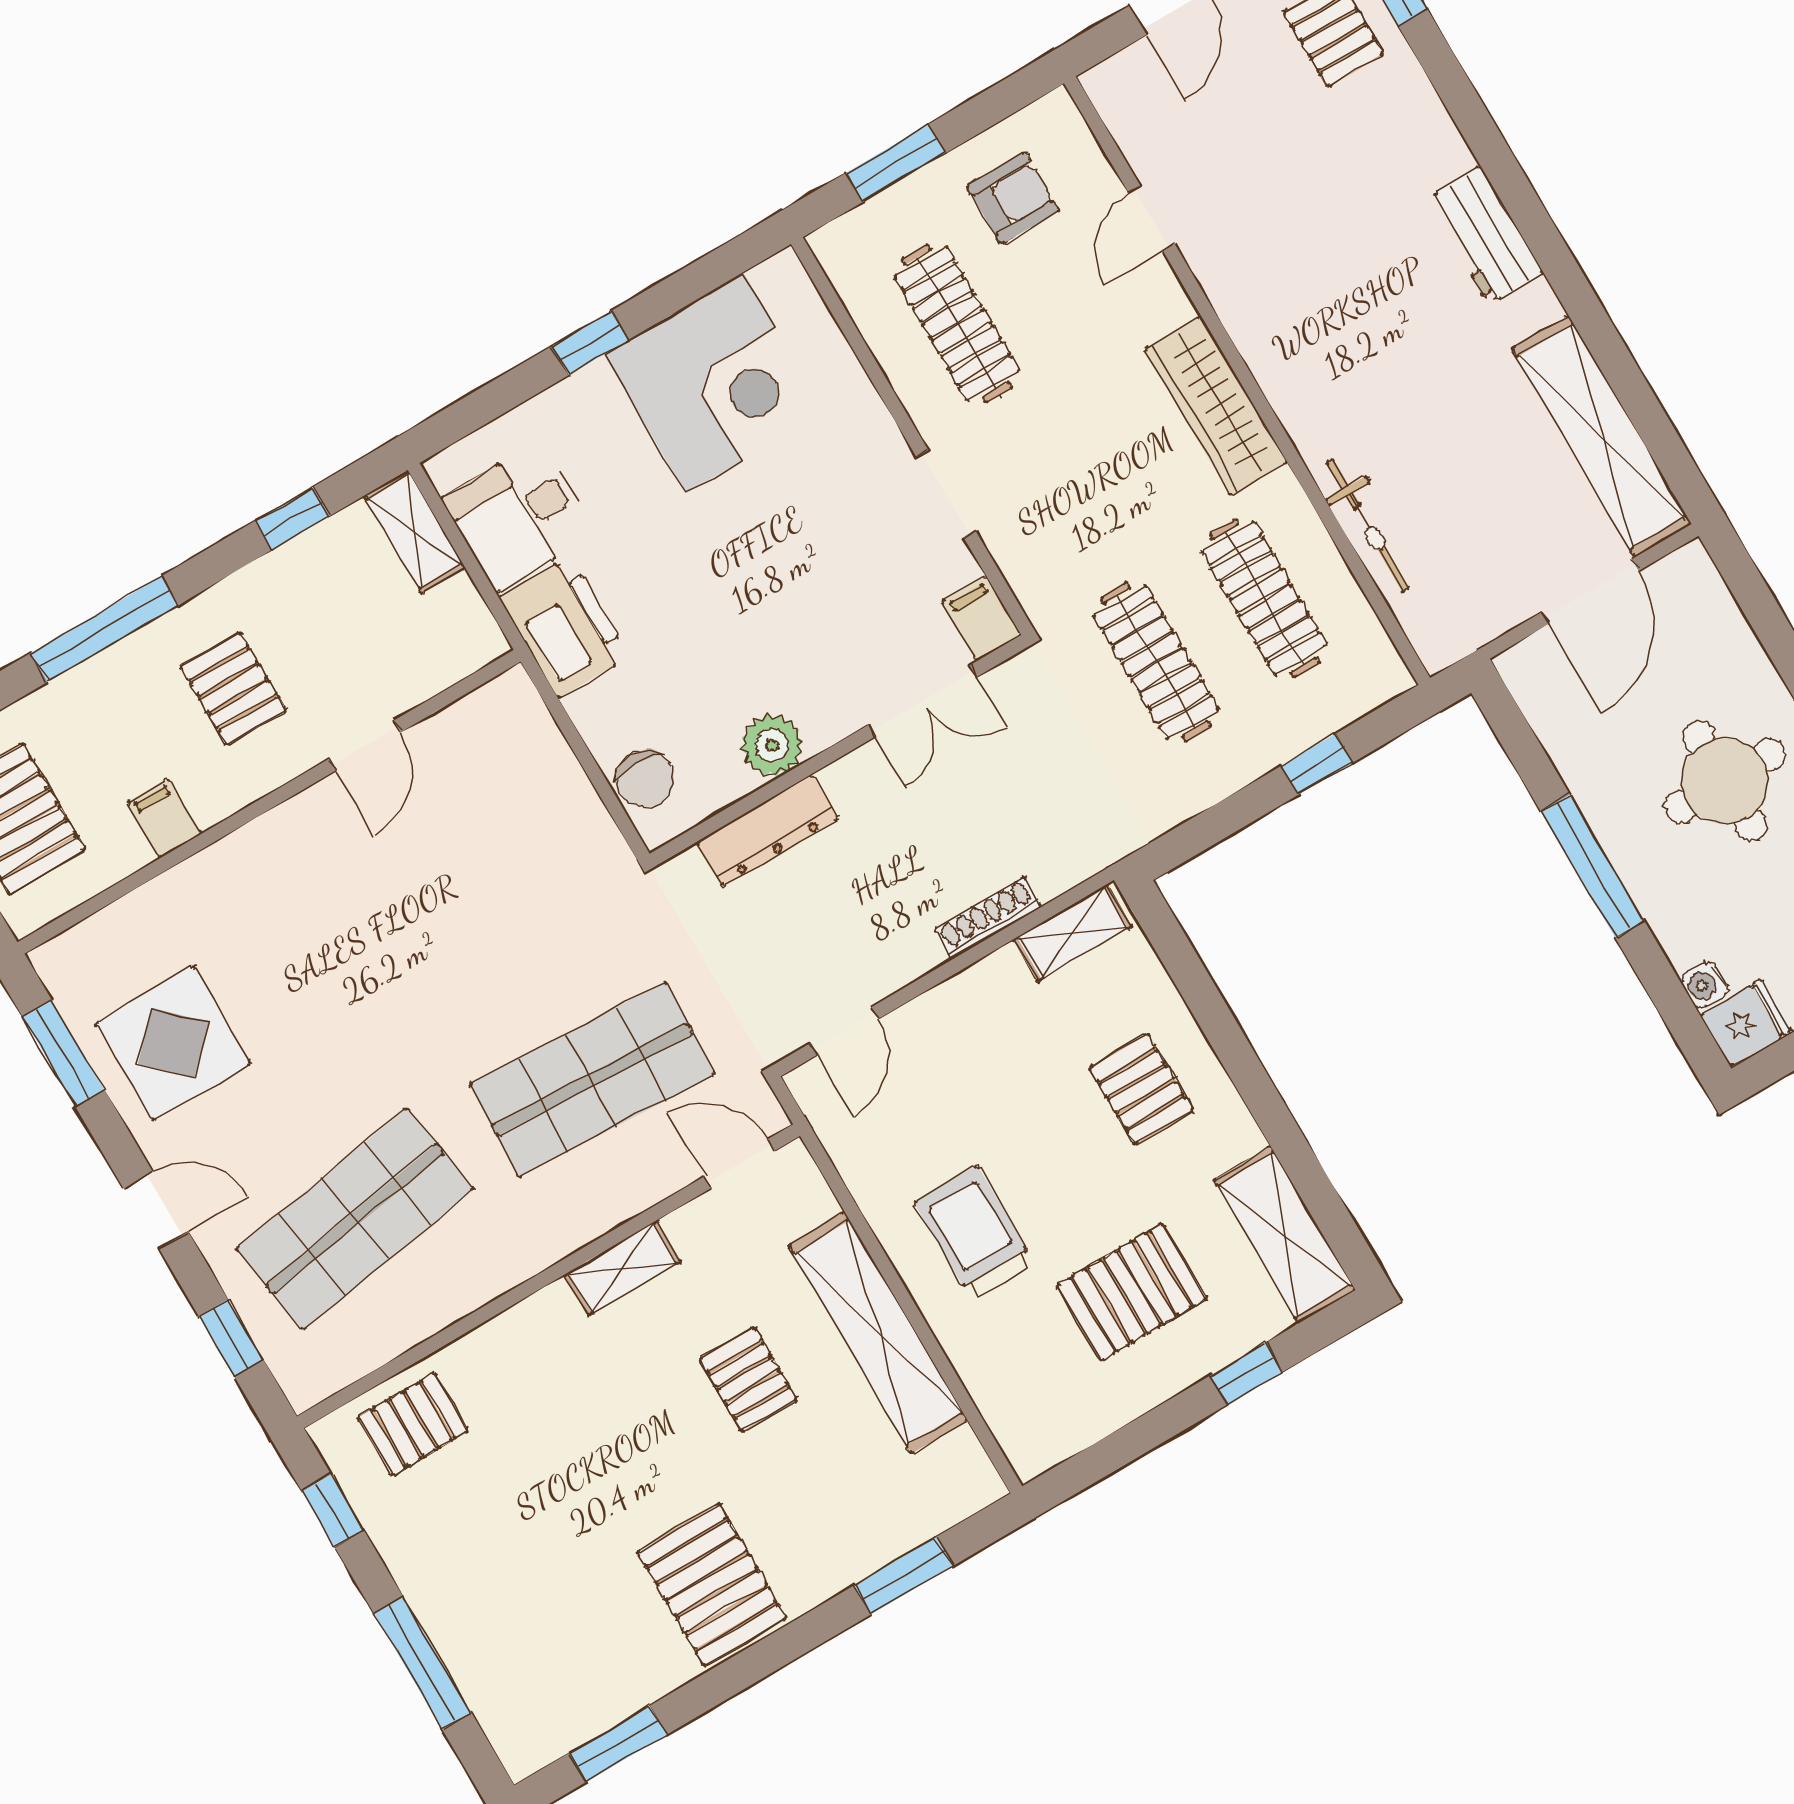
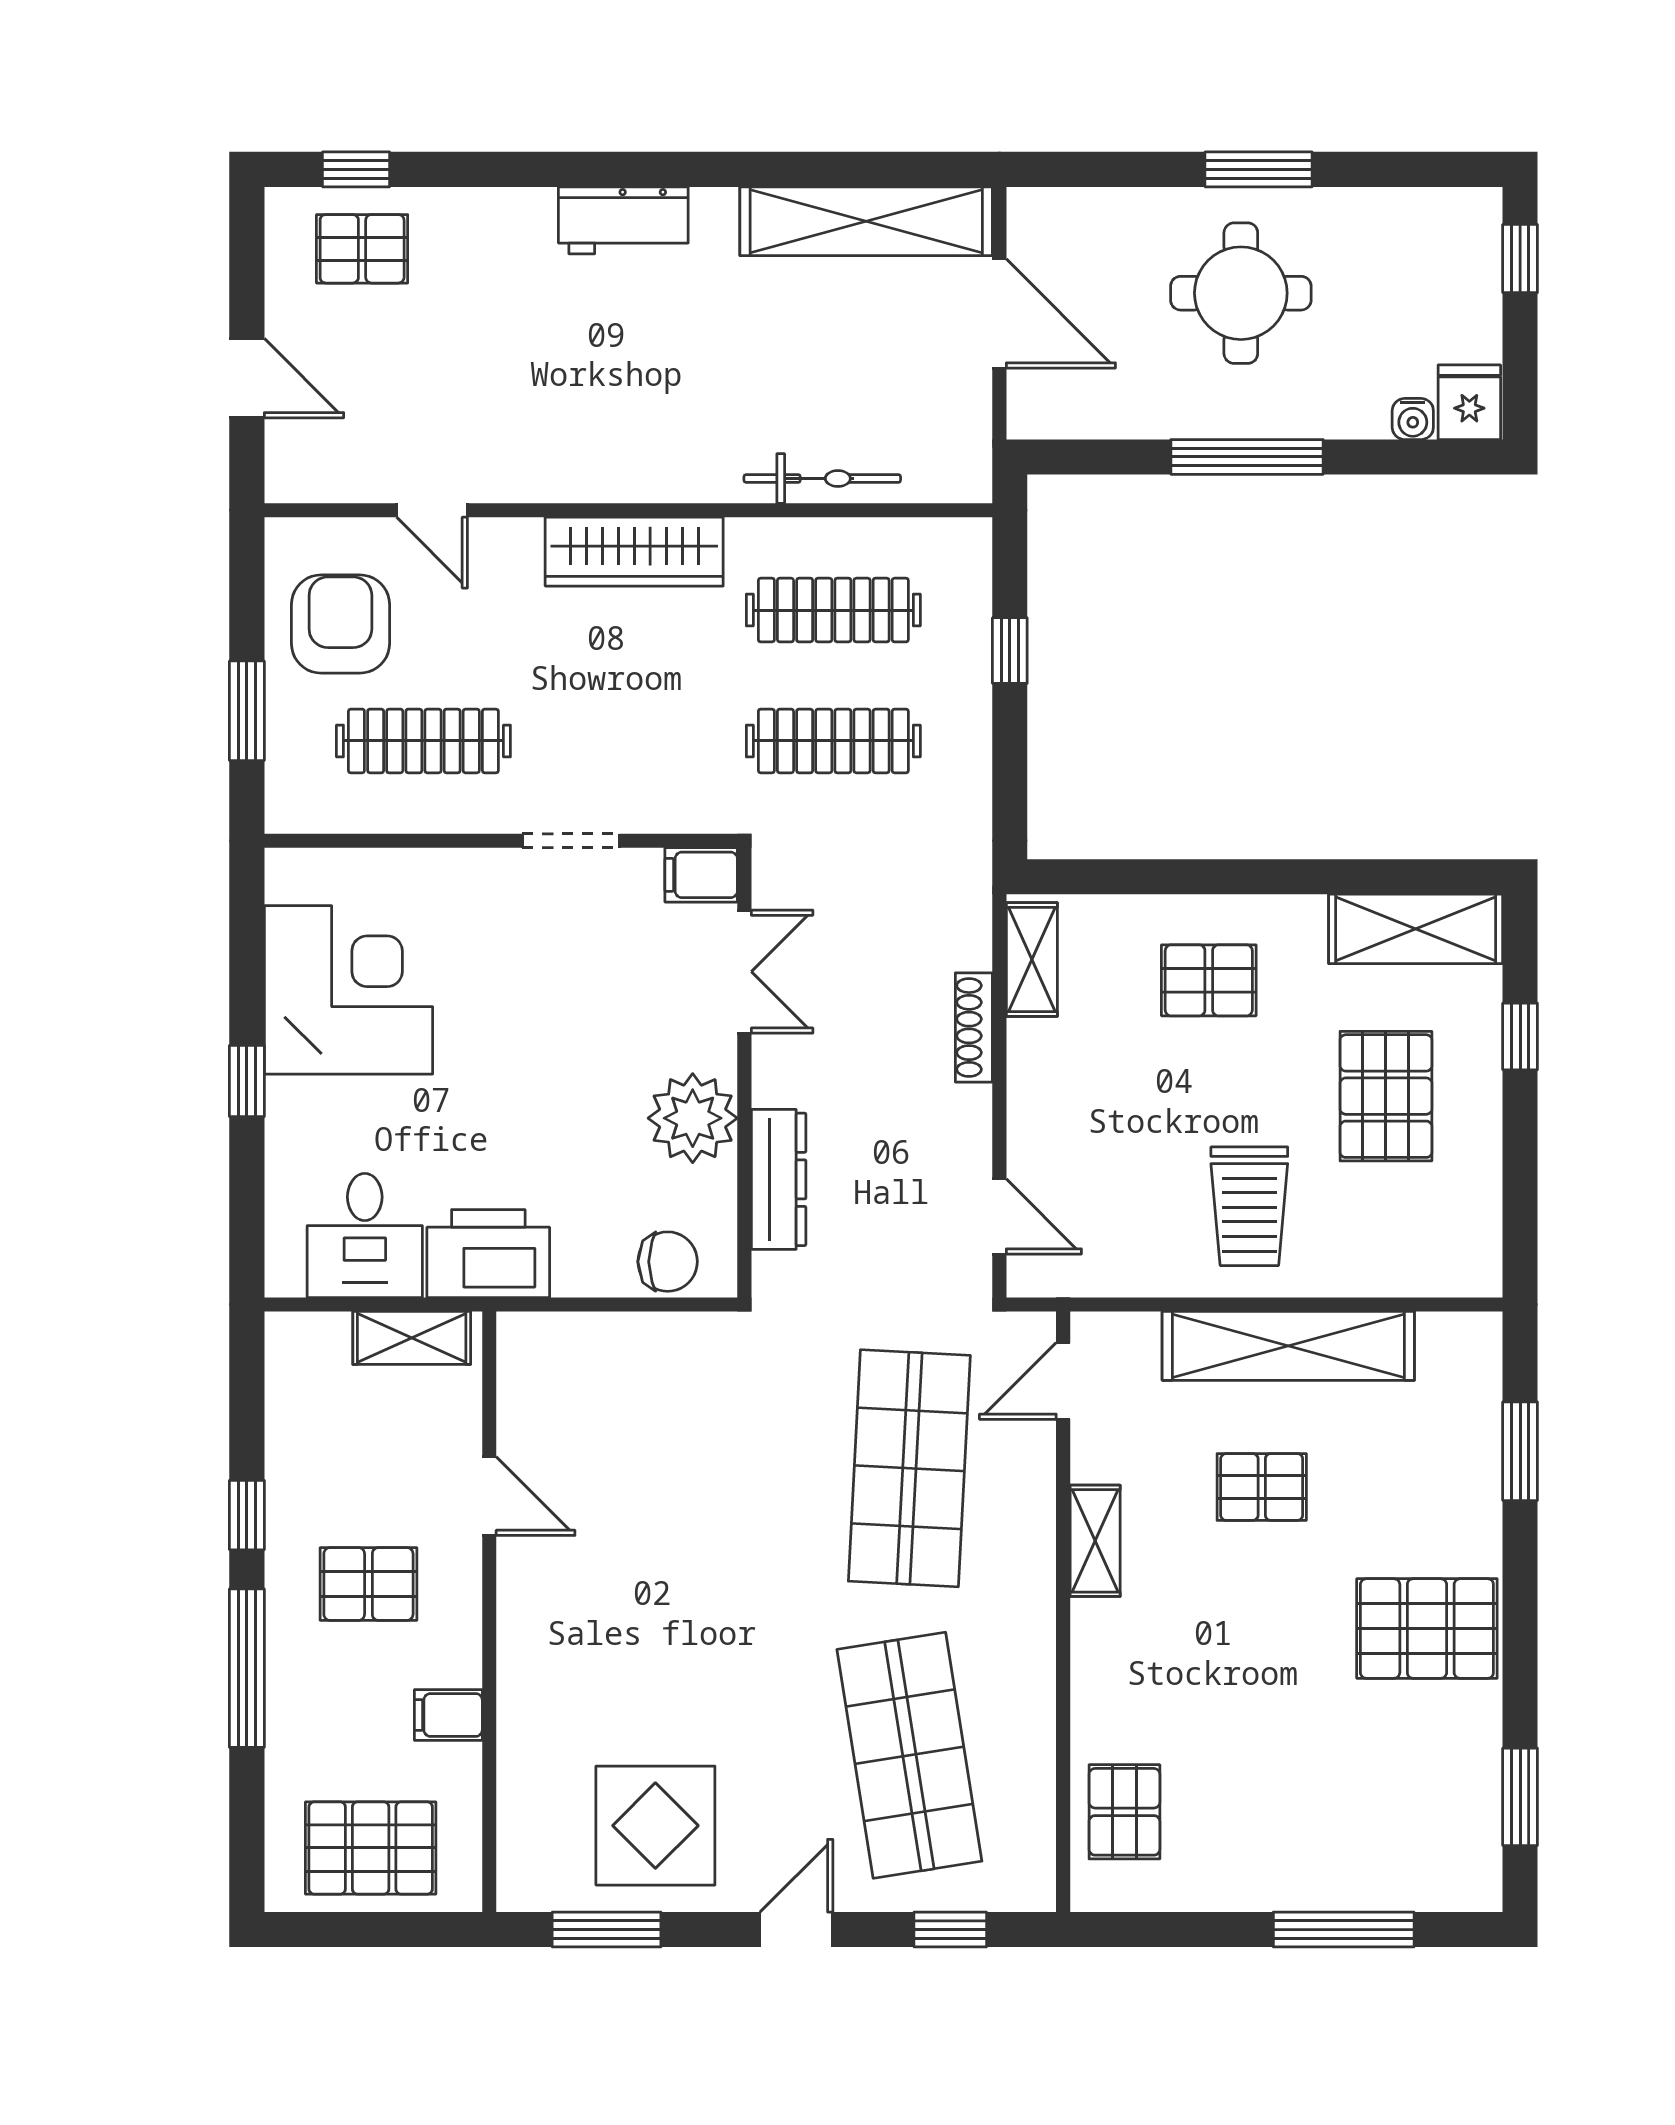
armchair: (1013, 198) -> (340, 624), width x1.38, depth x1.38
window: (292, 518) -> (247, 1515), moved
shelving: (415, 531) -> (412, 1338), moved
plant: (772, 745) -> (693, 1118), width x1.36, depth x1.36
trolley: (974, 1233) -> (1249, 1206), turned -90
window: (333, 1511) -> (1160, 1930), removed

